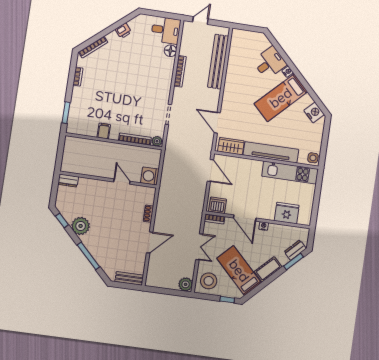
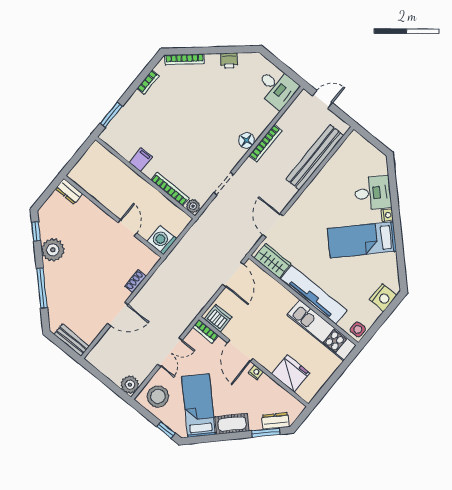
floor lamp: (170, 51) -> (247, 140), moved
nightstand: (314, 112) -> (383, 298), moved, turned 45

